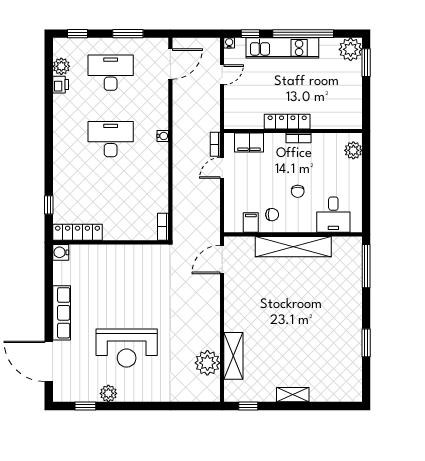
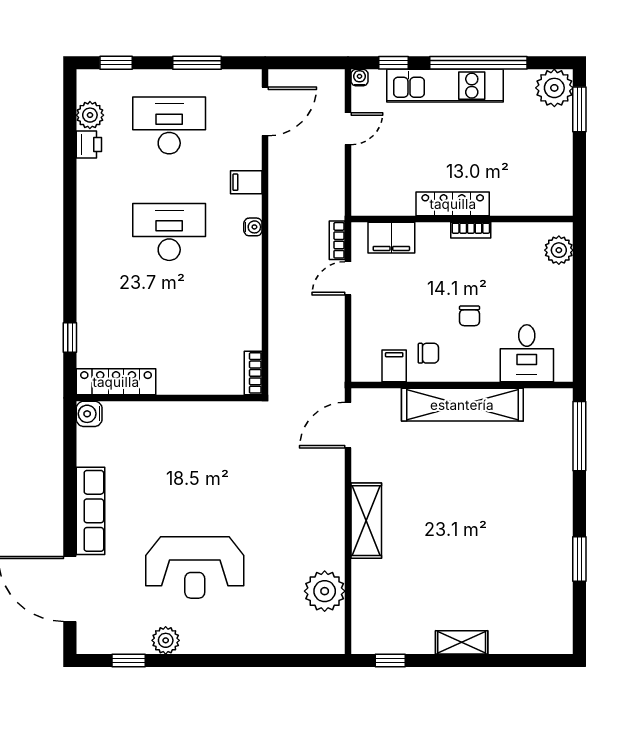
filing cabinet: (159, 108) -> (246, 182), added
shelving: (233, 356) -> (366, 521), moved

